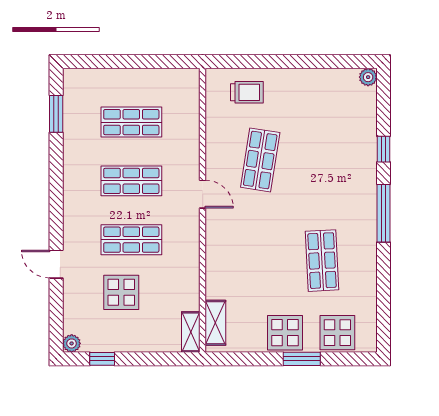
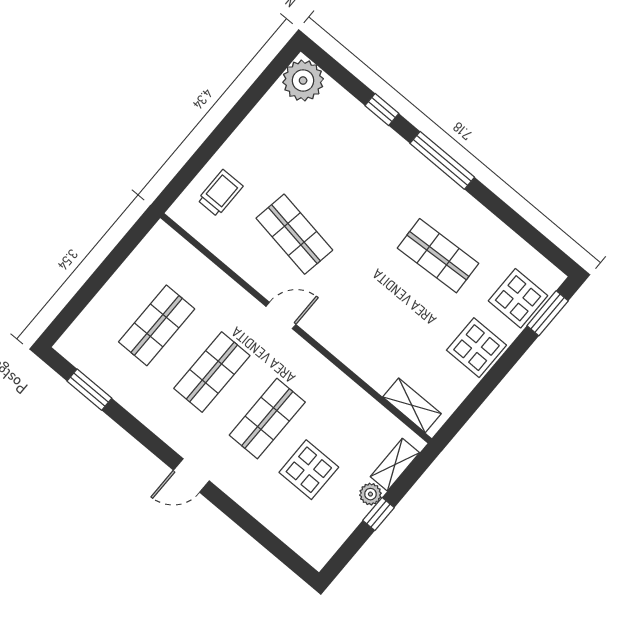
plant: (368, 77) -> (303, 81), width x1.88, depth x1.88
door: (56, 264) -> (191, 476), moved
shelving: (191, 332) -> (395, 465), moved, turned 90
plant: (72, 343) -> (370, 494), moved
window: (102, 359) -> (378, 514), moved
window: (302, 359) -> (548, 313), moved

